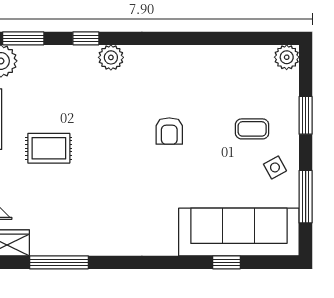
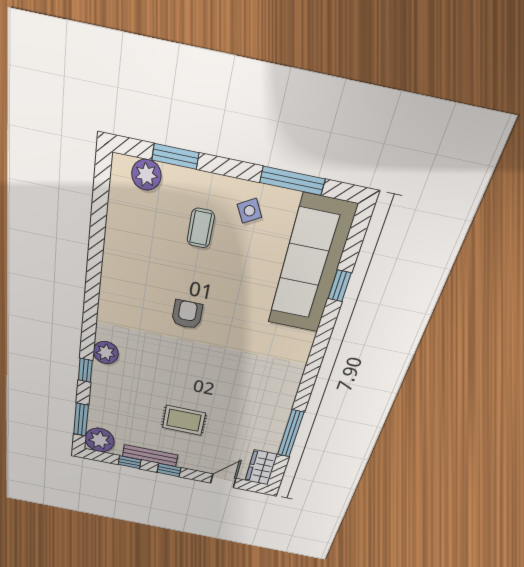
plant: (287, 57) -> (146, 175), moved
window: (306, 115) -> (175, 156), moved
armchair: (169, 131) -> (187, 314), turned -90
rug: (49, 148) -> (184, 420), turned 90

